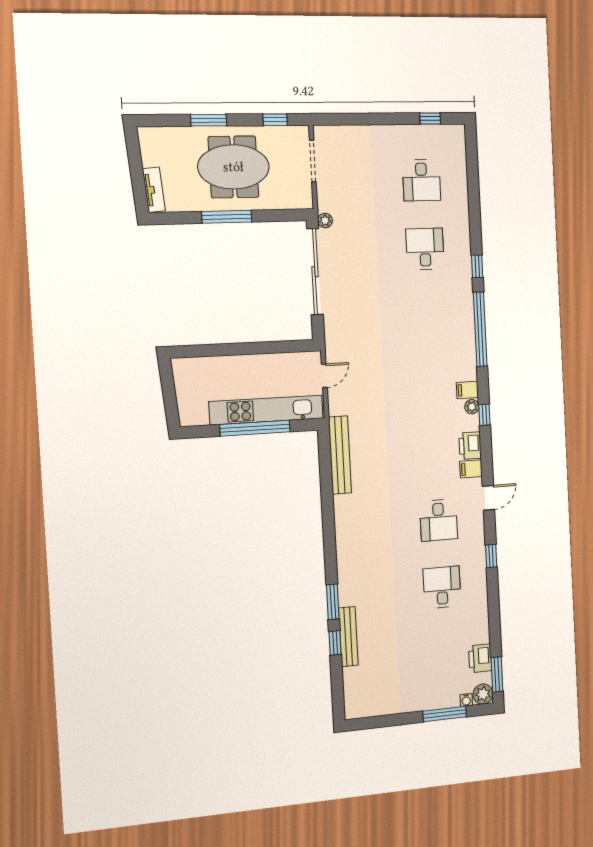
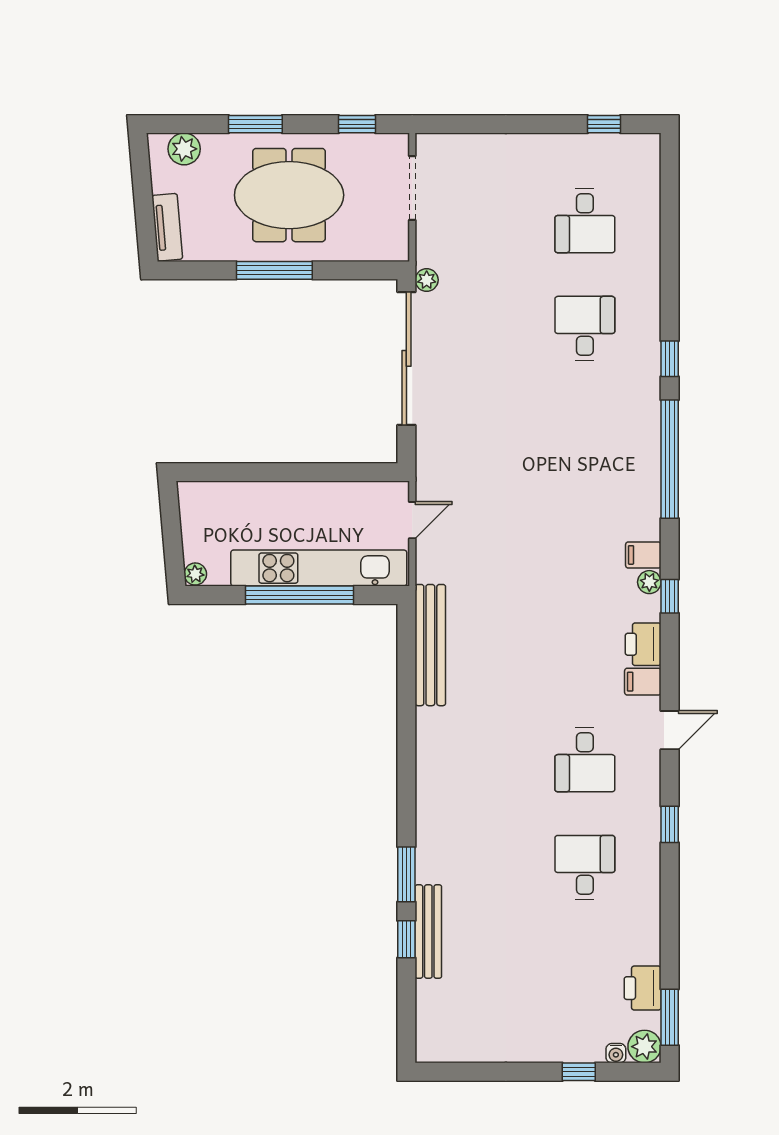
plant: (162, 137) -> (184, 149), added
plant: (186, 419) -> (195, 574), added
window: (445, 714) -> (579, 1072), width x0.46

